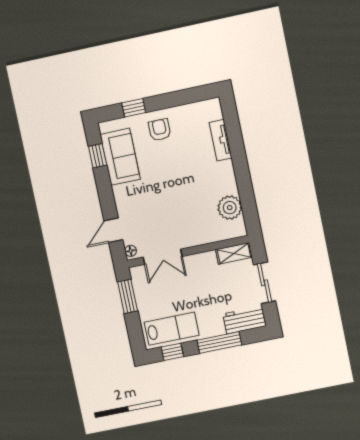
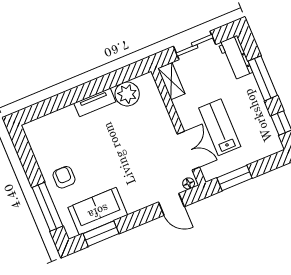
window: (134, 108) -> (47, 207), width x2.17
armchair: (160, 130) -> (64, 177), turned 90
tv unit: (221, 140) -> (95, 102), moved
window: (98, 156) -> (101, 234), width x1.50
lab bench: (172, 329) -> (220, 127), moved

